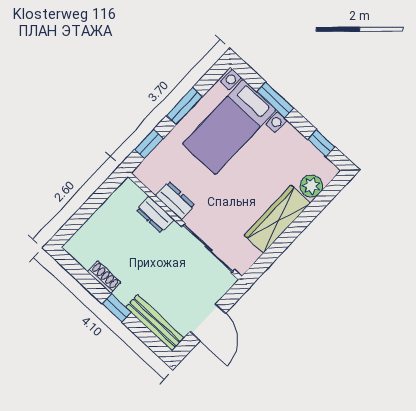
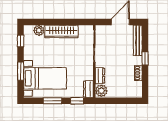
plant: (130, 195) -> (101, 91), added
dresser: (175, 200) -> (88, 89), moved

